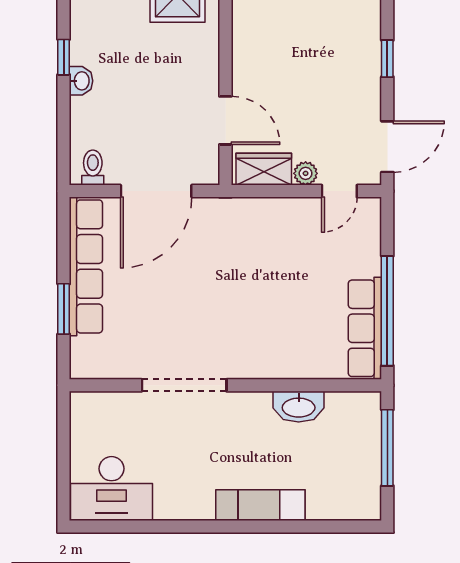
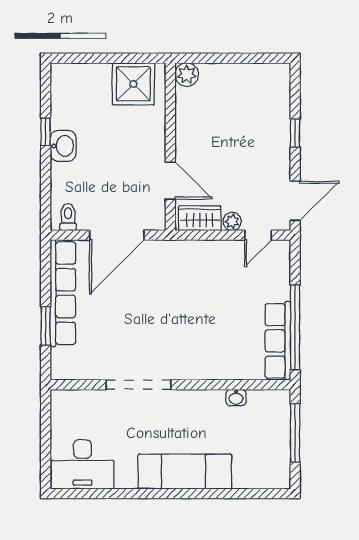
washbasin: (81, 81) -> (63, 146), width x1.38, depth x1.45
washbasin: (299, 407) -> (236, 398), width x0.52, depth x0.69
exam couch: (260, 505) -> (185, 472), width x1.36, depth x1.45

